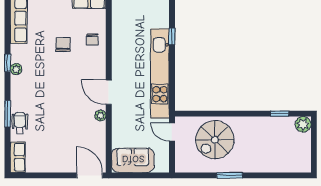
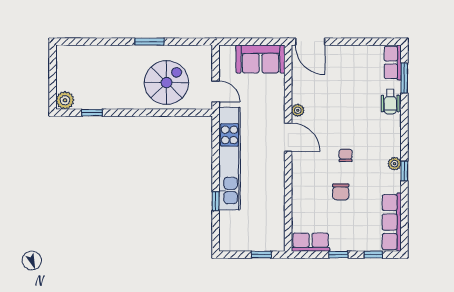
chair: (92, 39) -> (346, 155), moved
window: (8, 114) -> (404, 78), moved

